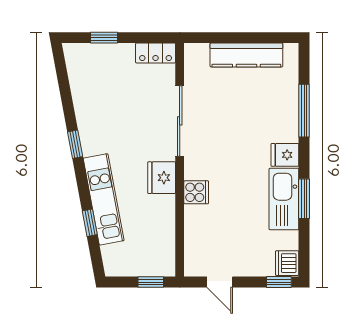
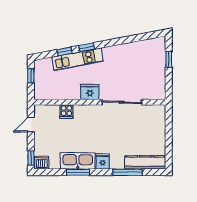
locker: (156, 53) -> (160, 89), removed
kitchen counter: (246, 55) -> (145, 162), moved, turned 90
window: (75, 144) -> (87, 47), moved
cooker: (196, 192) -> (66, 111), moved
window: (151, 282) -> (31, 76), moved

